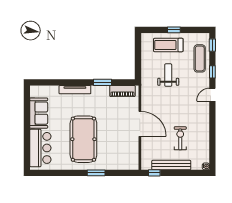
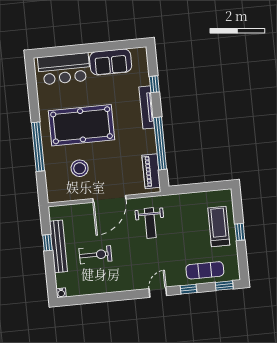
weight bench: (168, 75) -> (150, 223), moved, turned 90
window: (58, 82) -> (154, 84), added
window: (103, 82) -> (160, 143), width x2.11
door: (212, 95) -> (158, 292), hinge flipped
stool: (115, 144) -> (80, 168), added
window: (96, 173) -> (38, 147), width x2.11
window: (154, 173) -> (47, 243), moved

